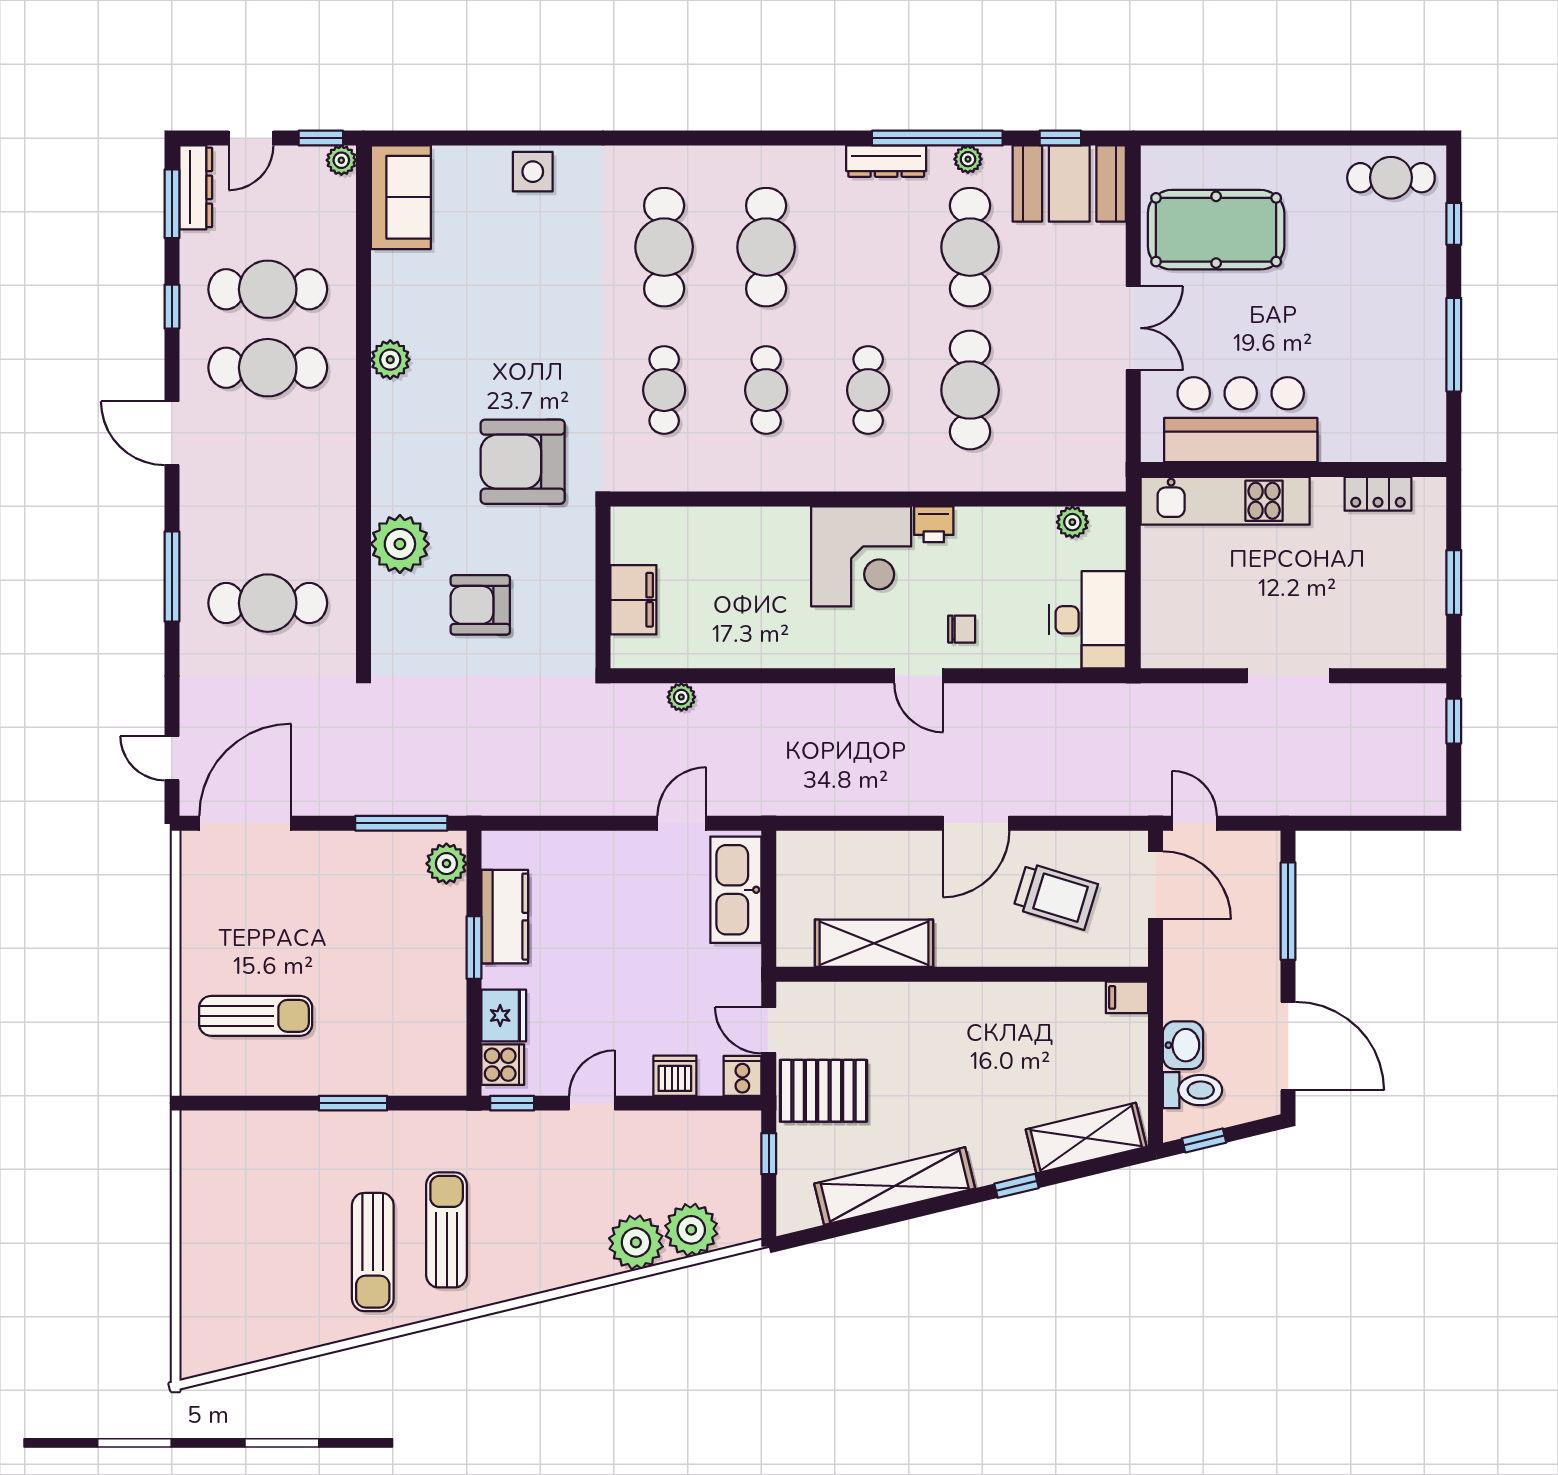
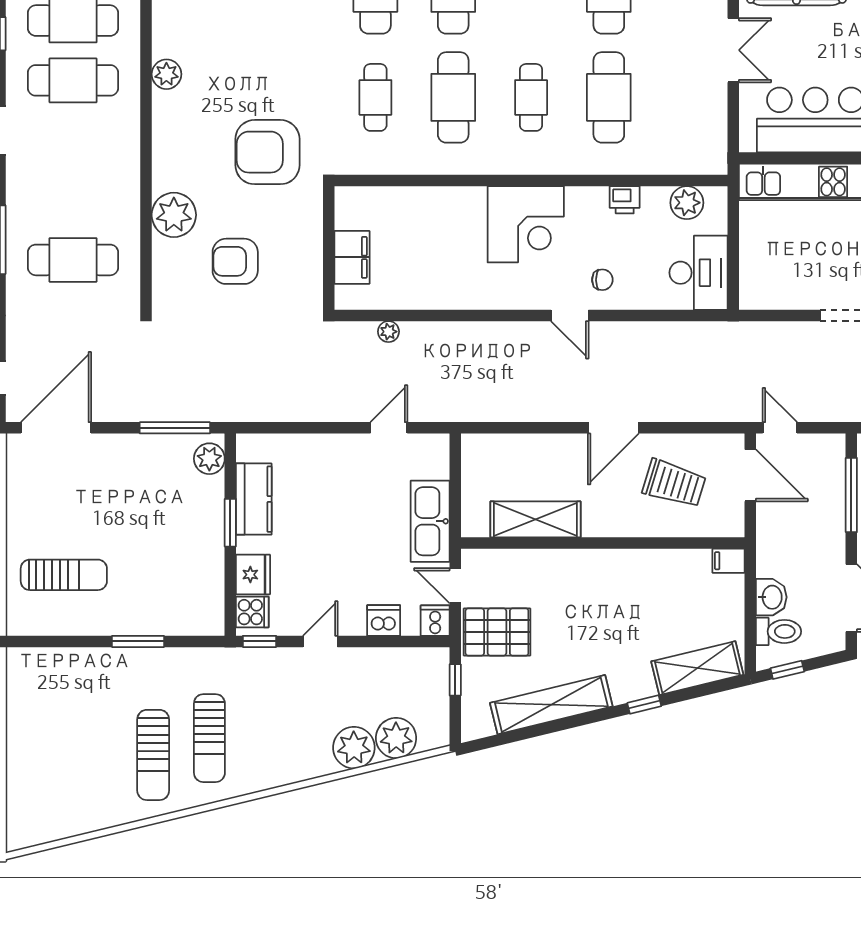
cafe table: (766, 390) -> (453, 97), width x1.37, depth x1.35
plant: (1072, 522) -> (687, 203), width x1.38, depth x1.38
printer: (934, 524) -> (625, 200), moved
kitchen sink: (736, 890) -> (430, 521), moved
sun lounger: (447, 1230) -> (209, 738), turned 180

